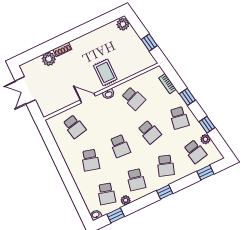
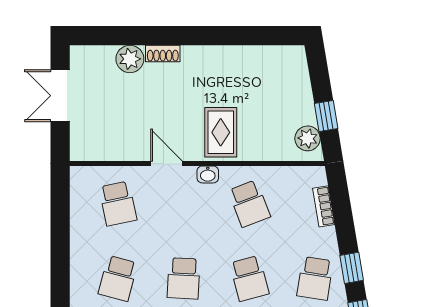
plant: (123, 24) -> (308, 138), moved
window: (187, 97) -> (352, 268), moved

